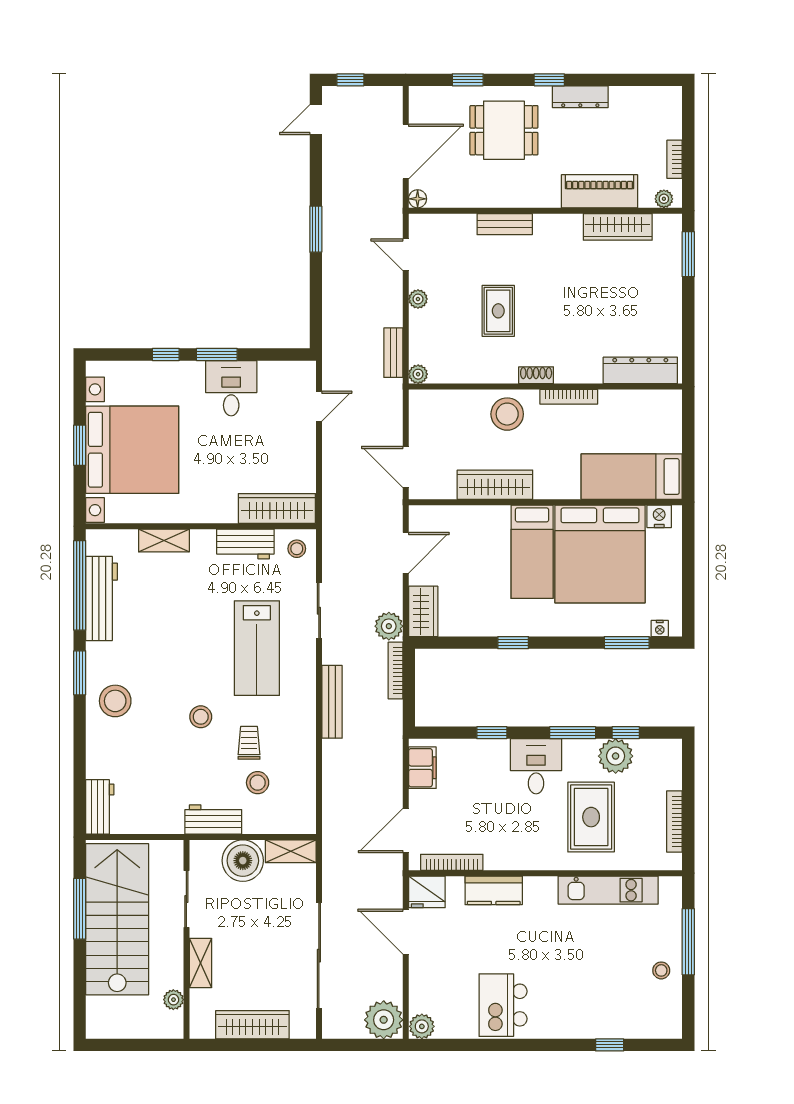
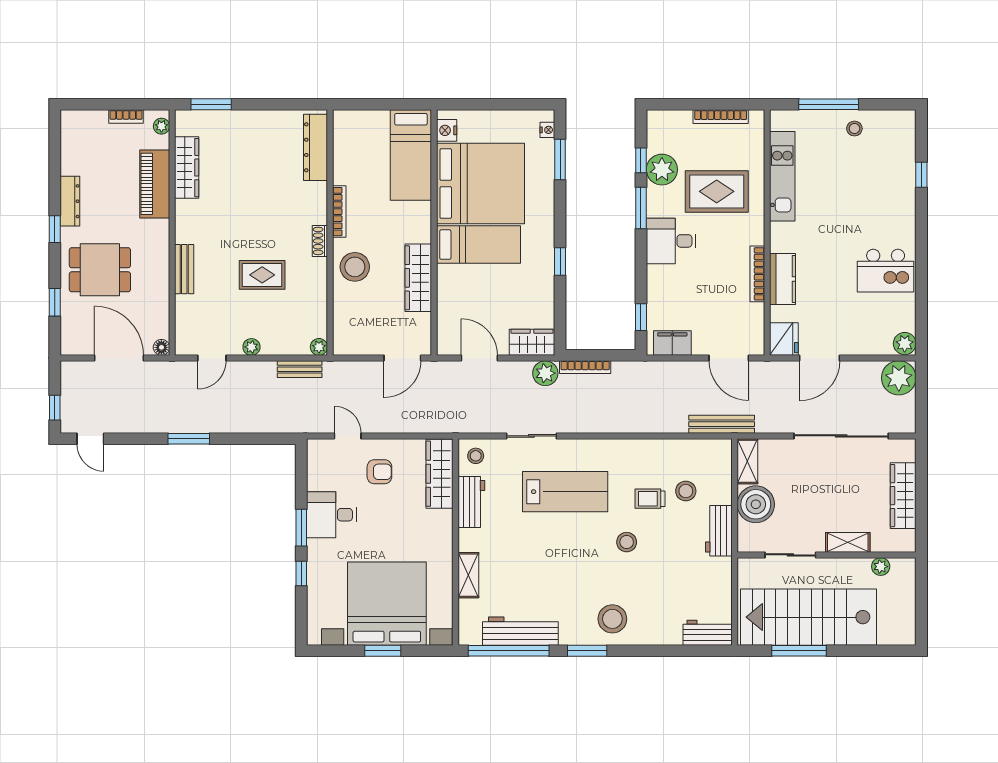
dining table: (504, 130) -> (100, 270), turned 90
armchair: (279, 441) -> (379, 472), added
bench: (332, 702) -> (722, 424), moved
window: (492, 733) -> (641, 317), moved
bookcase: (452, 862) -> (757, 274), moved

